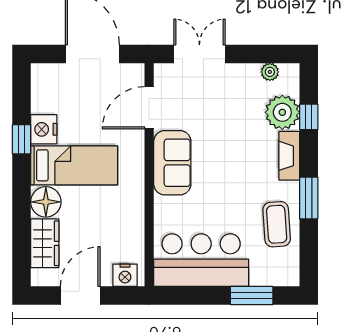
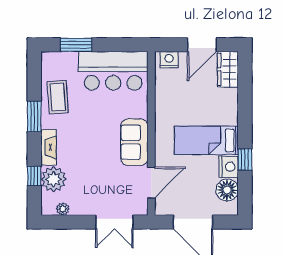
floor lamp: (46, 202) -> (227, 190), moved
wardrobe: (45, 243) -> (228, 69), moved

